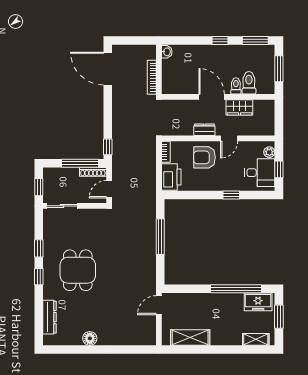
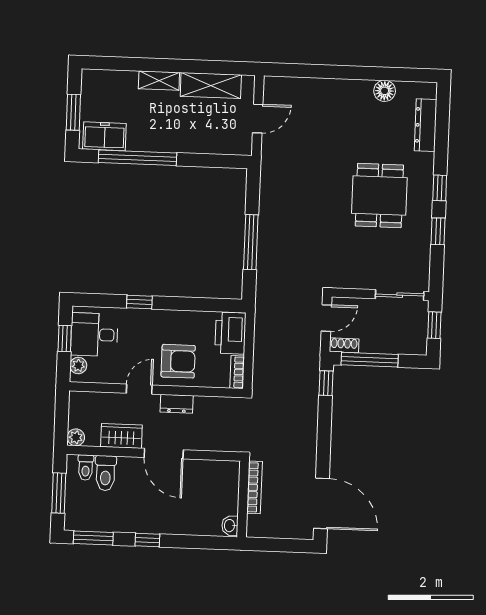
toilet: (236, 86) -> (86, 468), moved
plant: (269, 105) -> (76, 437), added
shoe rack: (93, 172) -> (344, 345), width x0.70
door: (159, 305) -> (258, 119), moved
floor lamp: (90, 338) -> (385, 91), moved
shelving: (256, 339) -> (159, 81), moved

